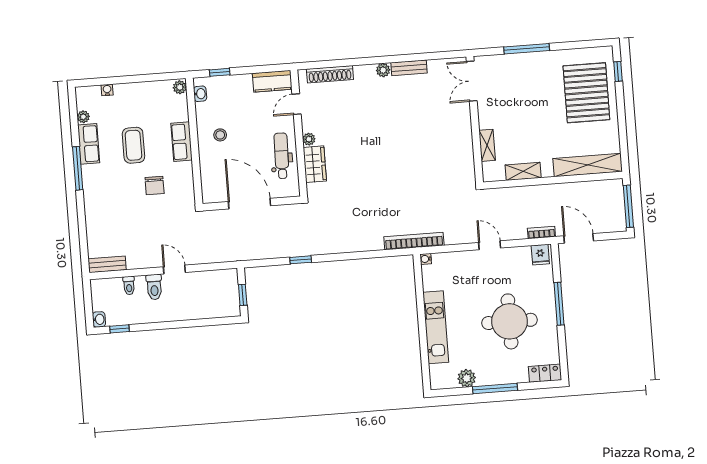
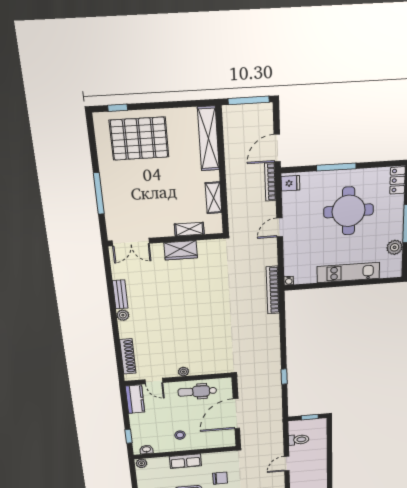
wardrobe: (315, 164) -> (181, 250), moved, turned 180
bookcase: (541, 232) -> (270, 182), width x1.56
toilet: (154, 287) -> (299, 440), moved

